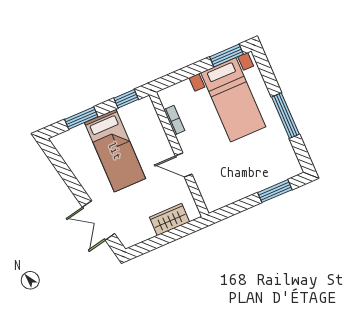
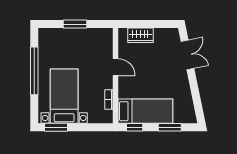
window: (285, 116) -> (34, 71), width x1.46
bed: (115, 151) -> (145, 111), moved, turned 90
window: (275, 191) -> (75, 24), moved

